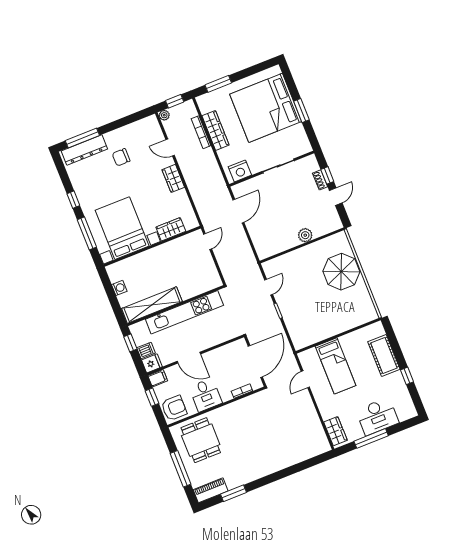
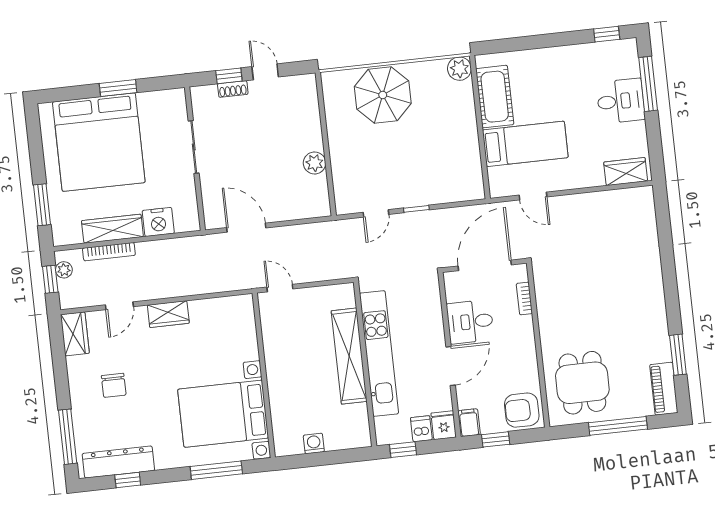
plant: (164, 115) -> (64, 270), moved
dresser: (84, 150) -> (118, 462), moved, turned -90
nightstand: (240, 171) -> (158, 222), moved, turned 90
window: (73, 200) -> (128, 480), moved
wardrobe: (171, 229) -> (75, 334), moved, turned 180
plant: (305, 235) -> (315, 163), moved
door: (269, 287) -> (376, 213), swing flipped
shelving: (152, 305) -> (349, 356), moved
plant: (370, 314) -> (459, 69), added
cot: (384, 355) -> (495, 97), moved, turned 90
door: (255, 362) -> (485, 265), hinge flipped
window: (407, 376) -> (607, 34), moved
desk: (206, 395) -> (470, 322), moved, turned 180
armchair: (174, 408) -> (522, 410), turned -90
desk: (377, 416) -> (621, 101), width x0.73
window: (371, 438) -> (648, 84), moved
dining table: (201, 440) -> (582, 383), turned 90

